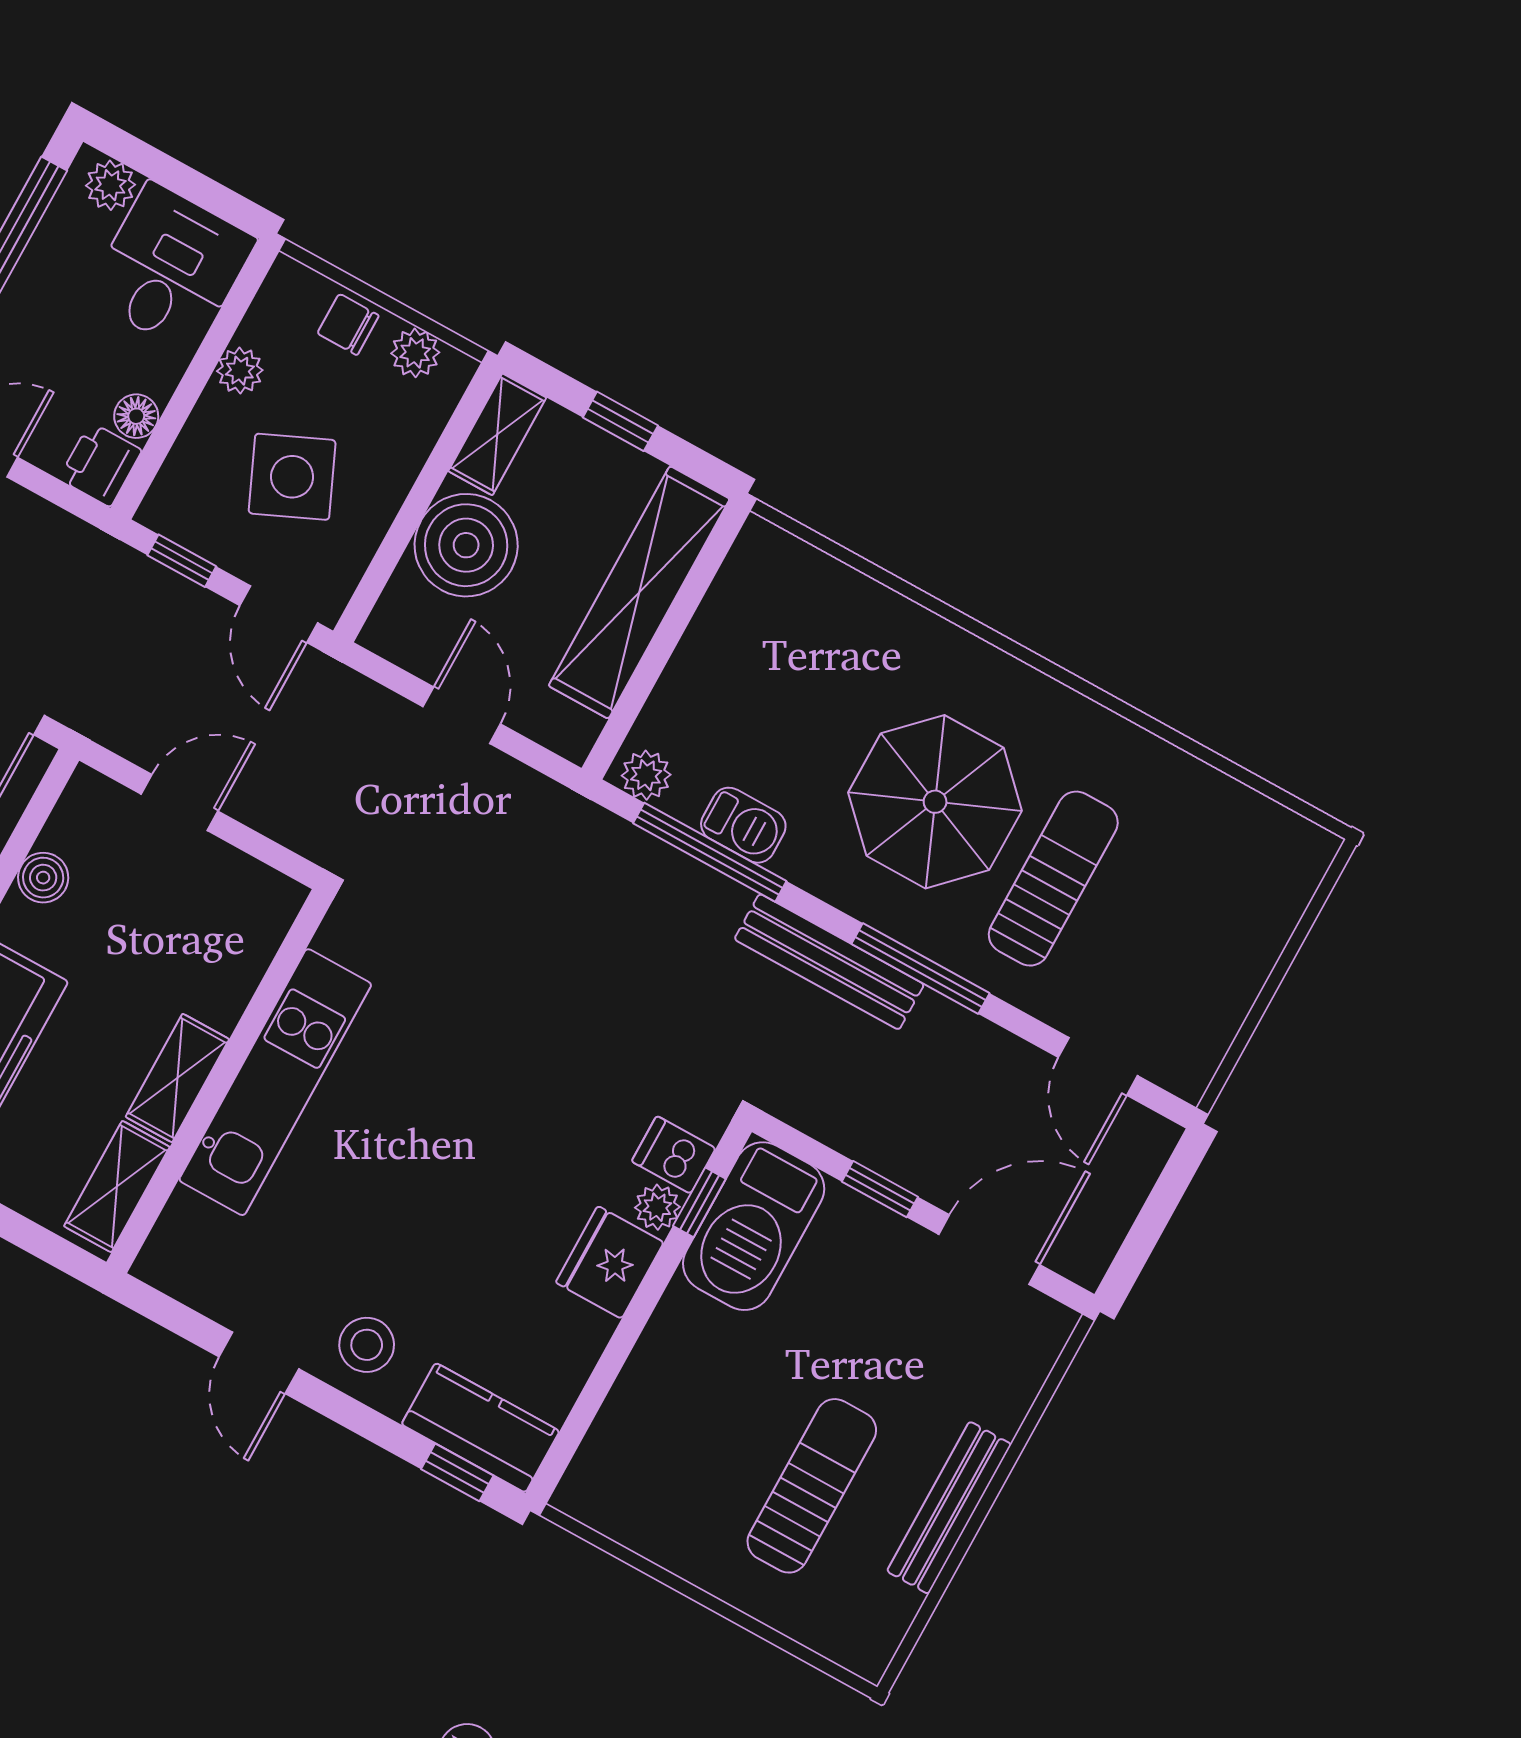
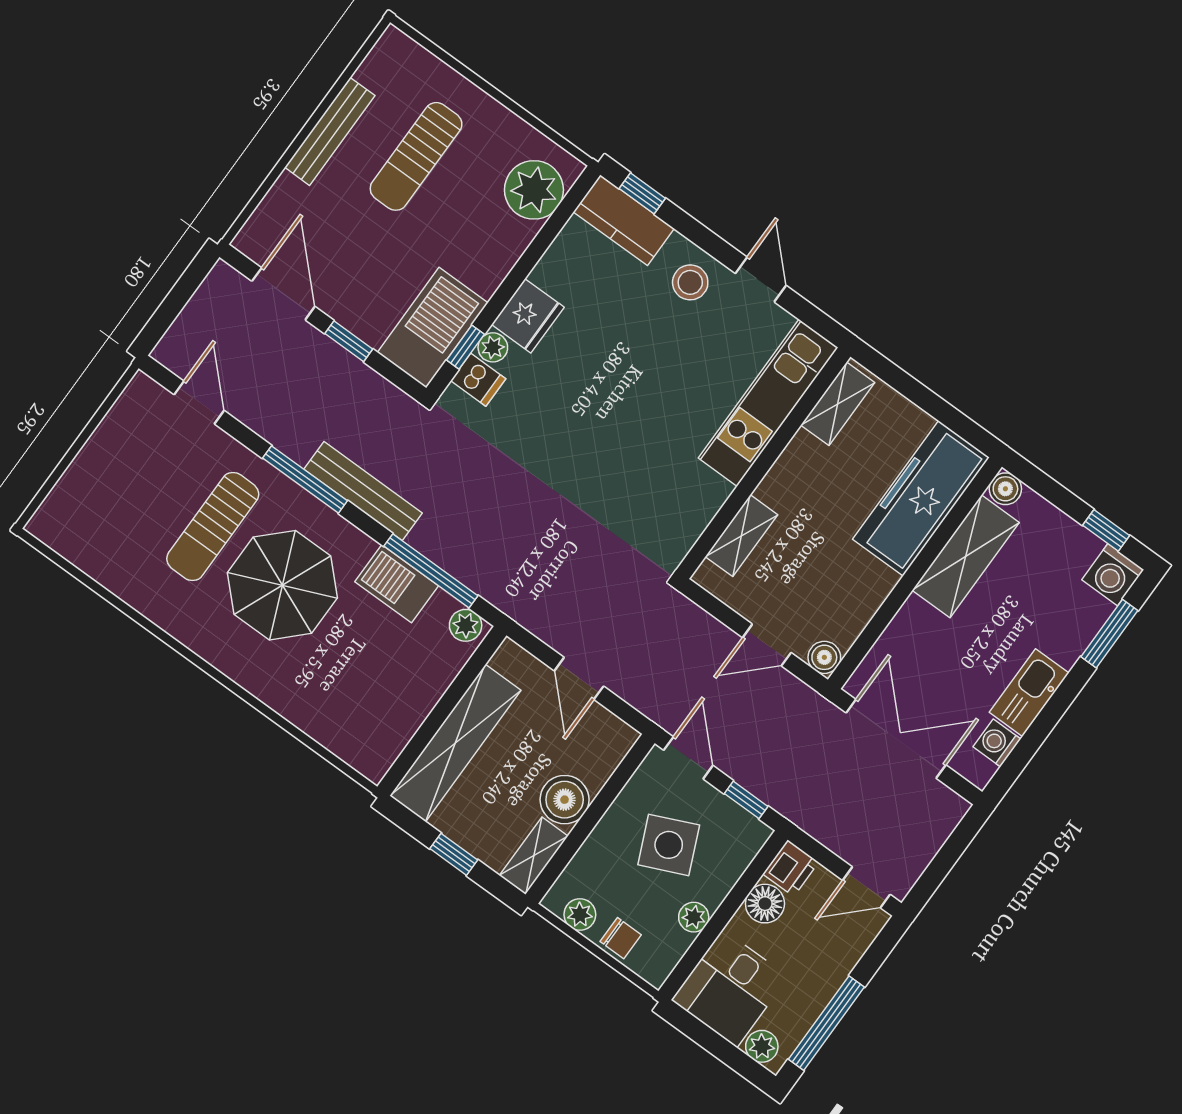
floor lamp: (136, 416) -> (765, 904), width x1.37, depth x1.37
boiler: (466, 545) -> (565, 800), width x0.73, depth x0.73
barbecue: (743, 825) -> (397, 584), width x1.38, depth x1.27
boiler: (43, 878) -> (824, 657), moved
shelving: (177, 1078) -> (742, 536), moved
kitchen unit: (275, 1082) -> (768, 403), moved
door: (989, 1250) -> (283, 294), swing flipped
plant: (624, 1457) -> (534, 190), added

